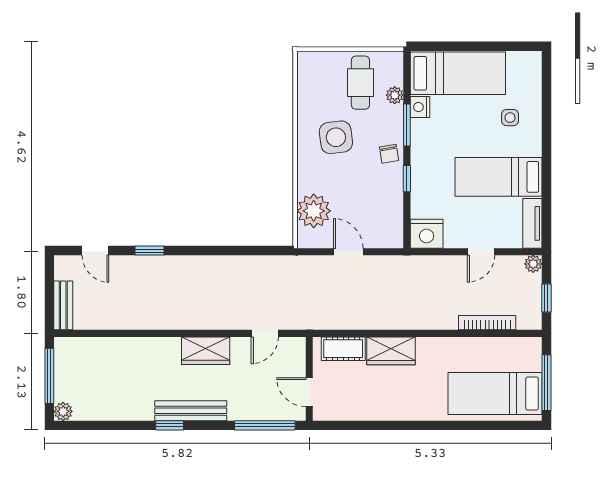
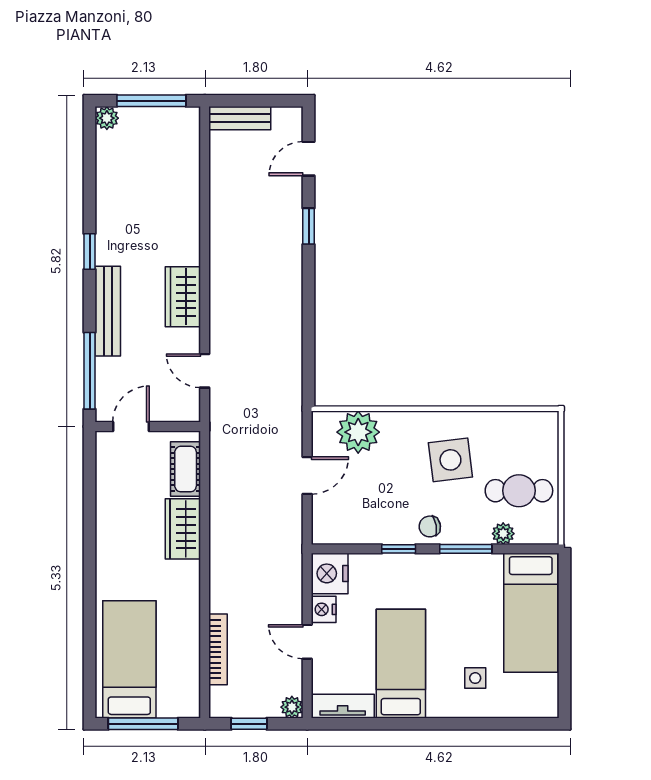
nightstand: (420, 107) -> (324, 609), moved, turned -90
bench: (191, 411) -> (108, 311), moved

